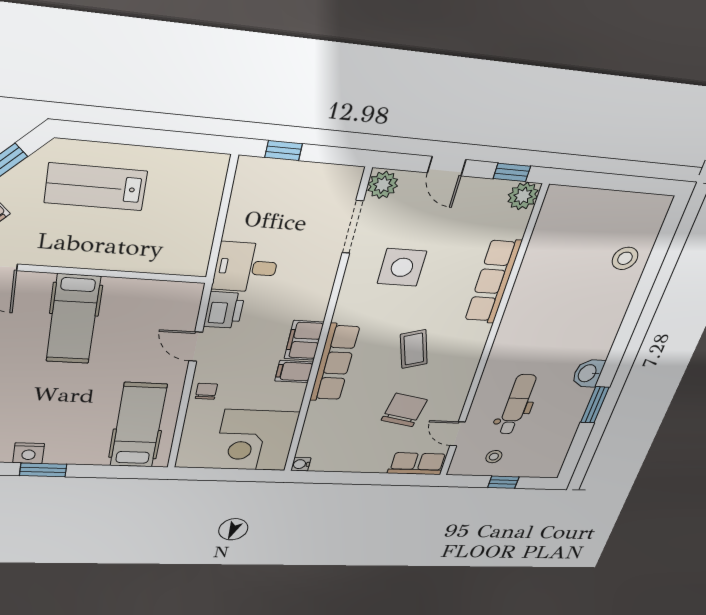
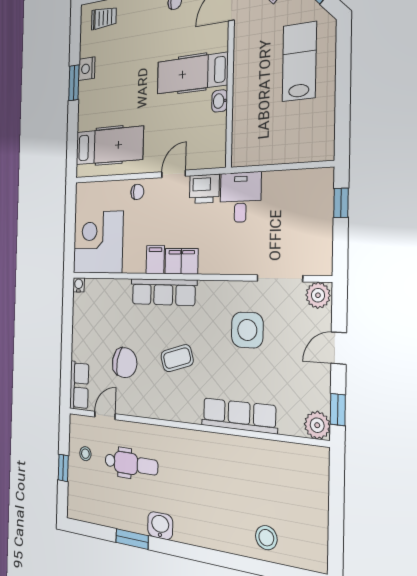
washbasin: (119, 287) -> (220, 101), added

